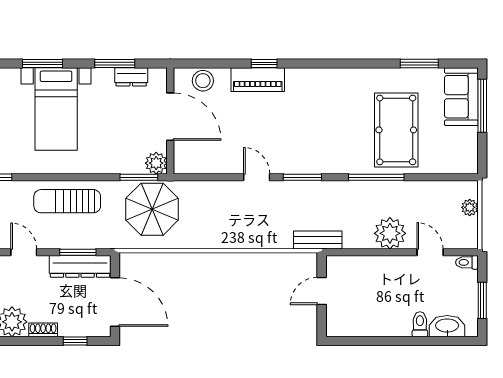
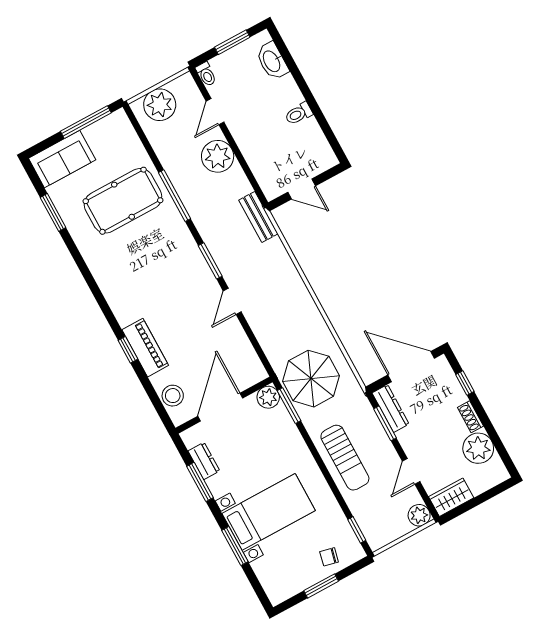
window: (482, 106) -> (86, 122), moved
plant: (470, 207) -> (160, 105), width x1.87, depth x1.87
dresser: (80, 266) -> (391, 408), width x0.73, depth x0.80
door: (115, 302) -> (411, 367), hinge flipped
toilet: (420, 324) -> (299, 114), moved

